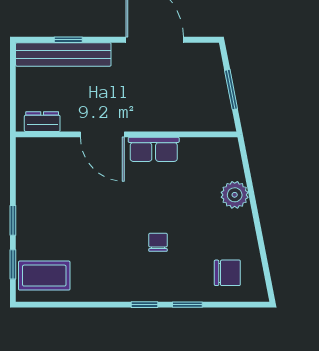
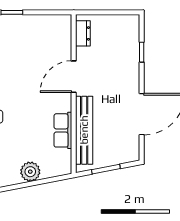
bench: (63, 54) -> (84, 130), moved
row of seats: (154, 149) -> (63, 130), moved

